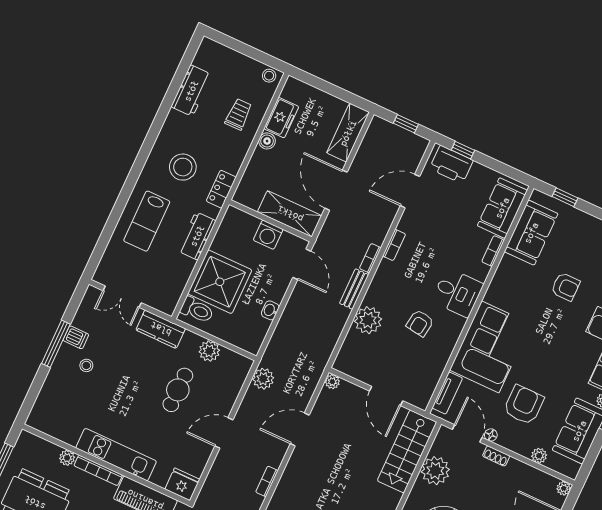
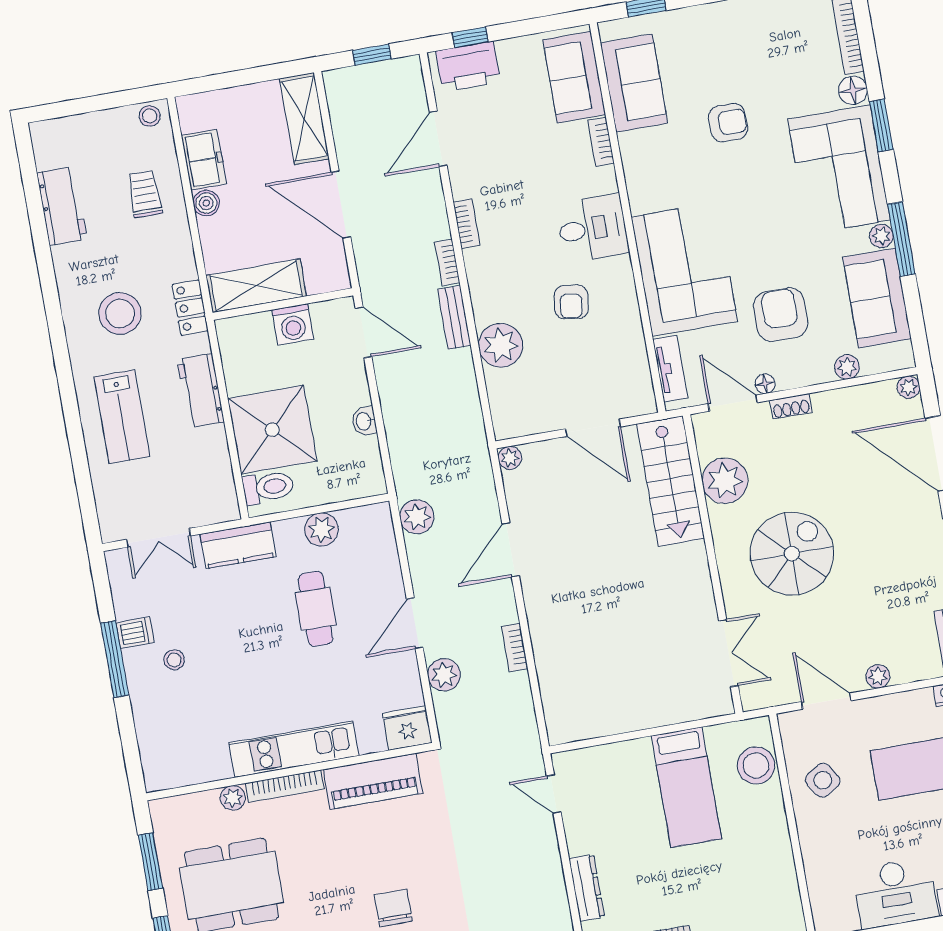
shelving: (290, 214) -> (256, 286), moved
plant: (220, 470) -> (444, 675), added

